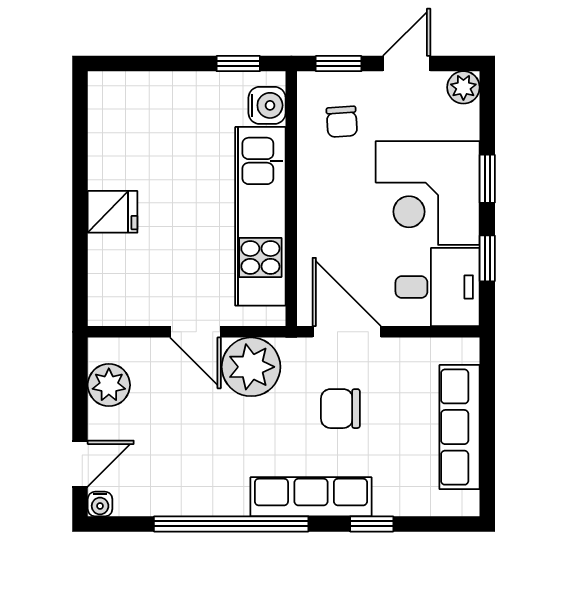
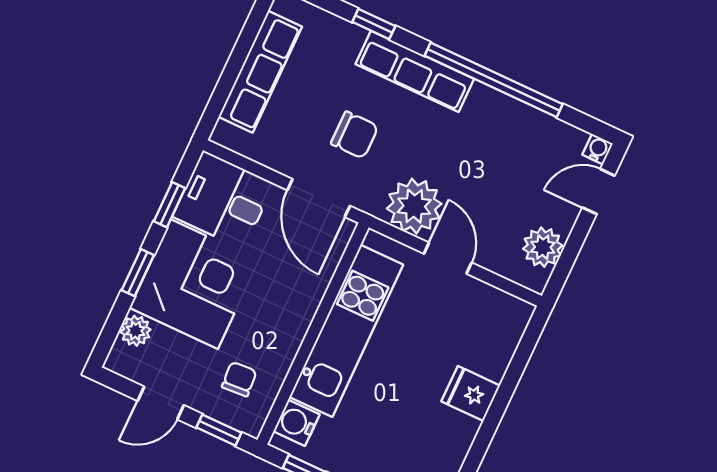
plant: (463, 87) -> (135, 331), moved

